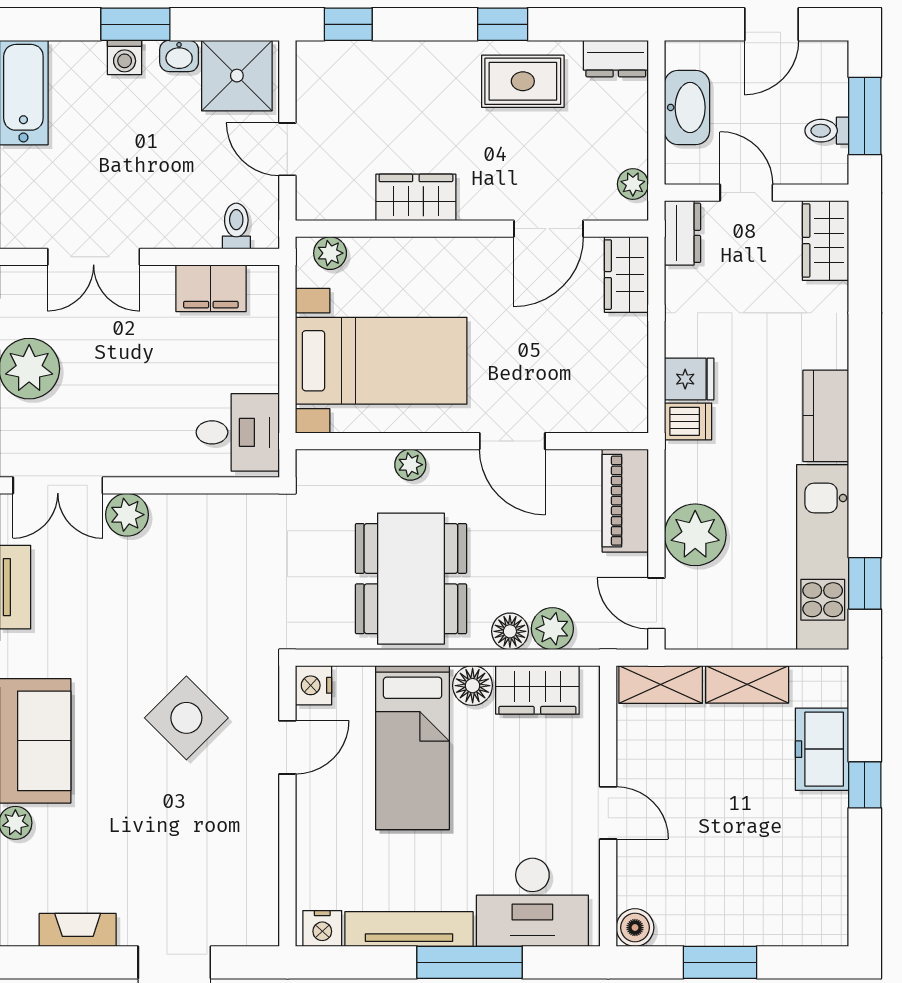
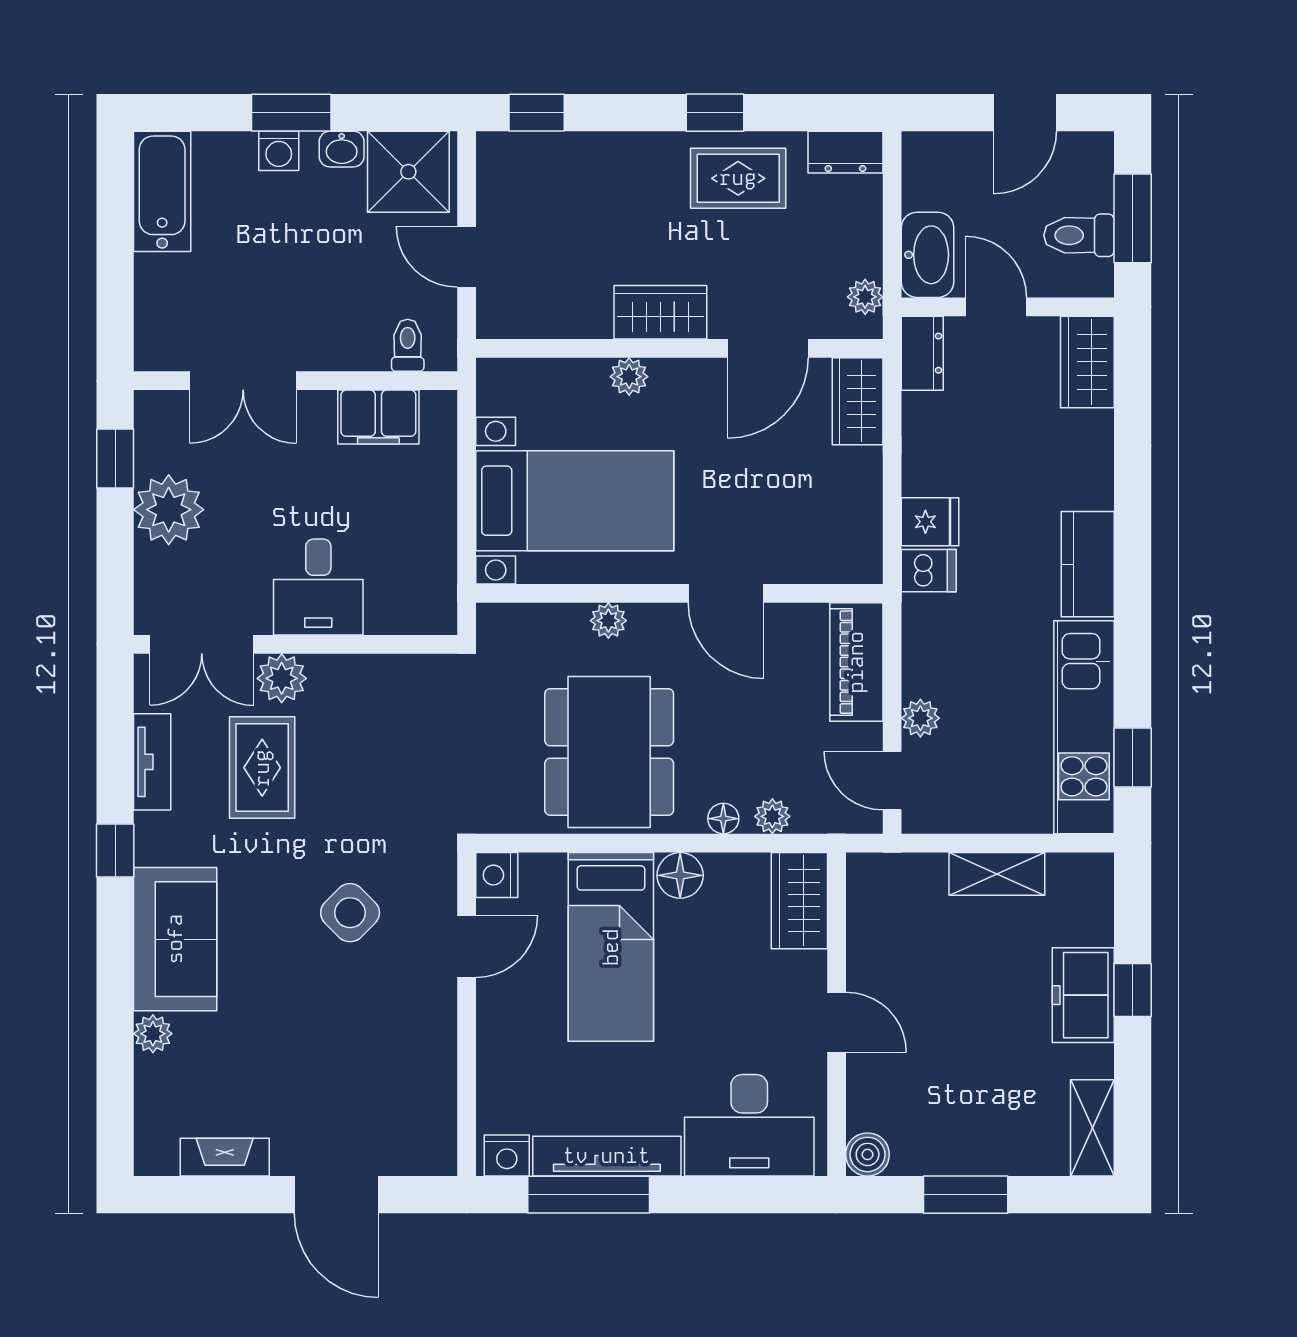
washbasin: (687, 107) -> (927, 255), moved
toilet: (827, 131) -> (1079, 235), width x1.37, depth x1.39
wardrobe: (416, 197) -> (660, 312), moved
plant: (330, 253) -> (629, 377), moved
desk: (238, 432) -> (318, 587), moved, turned 90
plant: (695, 535) -> (920, 718), width x0.53, depth x0.53
rug: (110, 592) -> (262, 768), added
plant: (552, 629) -> (772, 816), width x0.73, depth x0.73
floor lamp: (510, 631) -> (723, 819), width x0.73, depth x0.73
shelving: (661, 685) -> (1092, 1128), moved, turned 90
wardrobe: (537, 690) -> (799, 901), moved, turned 90
side table: (186, 718) -> (350, 913), width x0.73, depth x0.73
freezer: (822, 749) -> (1083, 995), moved
window: (470, 962) -> (589, 1195), moved

